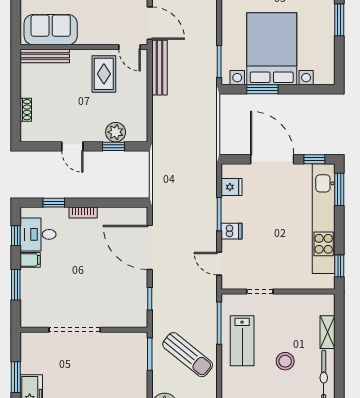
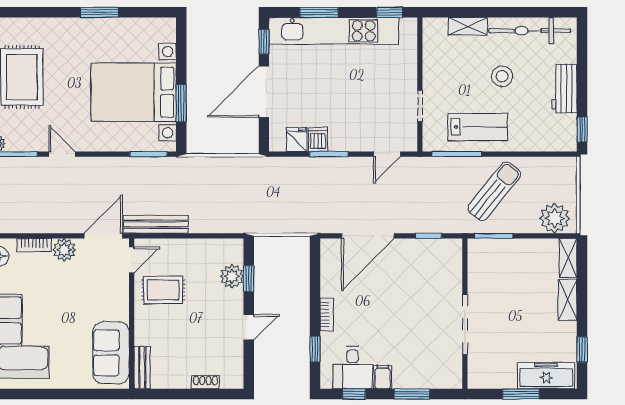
bench: (45, 56) -> (142, 368), width x0.73
window: (339, 189) -> (319, 12), moved
dishwasher: (232, 231) -> (318, 139), moved

